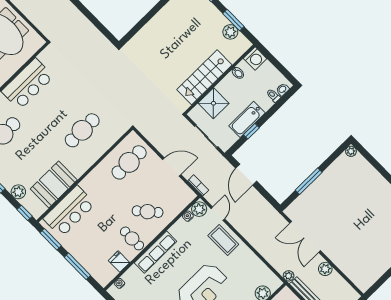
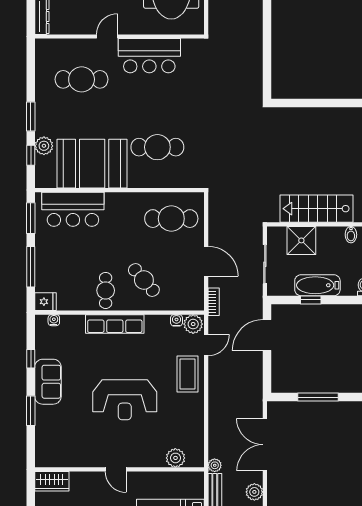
booth: (54, 184) -> (92, 164), width x1.36, depth x1.42
window: (25, 213) -> (31, 155), moved
fridge: (119, 262) -> (46, 302), moved, turned 90

